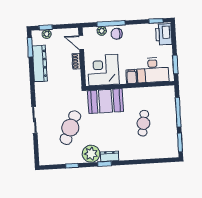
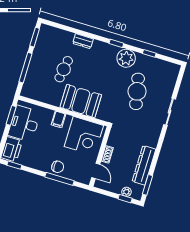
plant: (102, 31) -> (71, 175), removed
desk: (153, 70) -> (24, 124), moved, turned -90
booth: (105, 101) -> (81, 101), moved
cafe table: (70, 128) -> (137, 91), turned -36
dresser: (110, 156) -> (83, 41), moved

